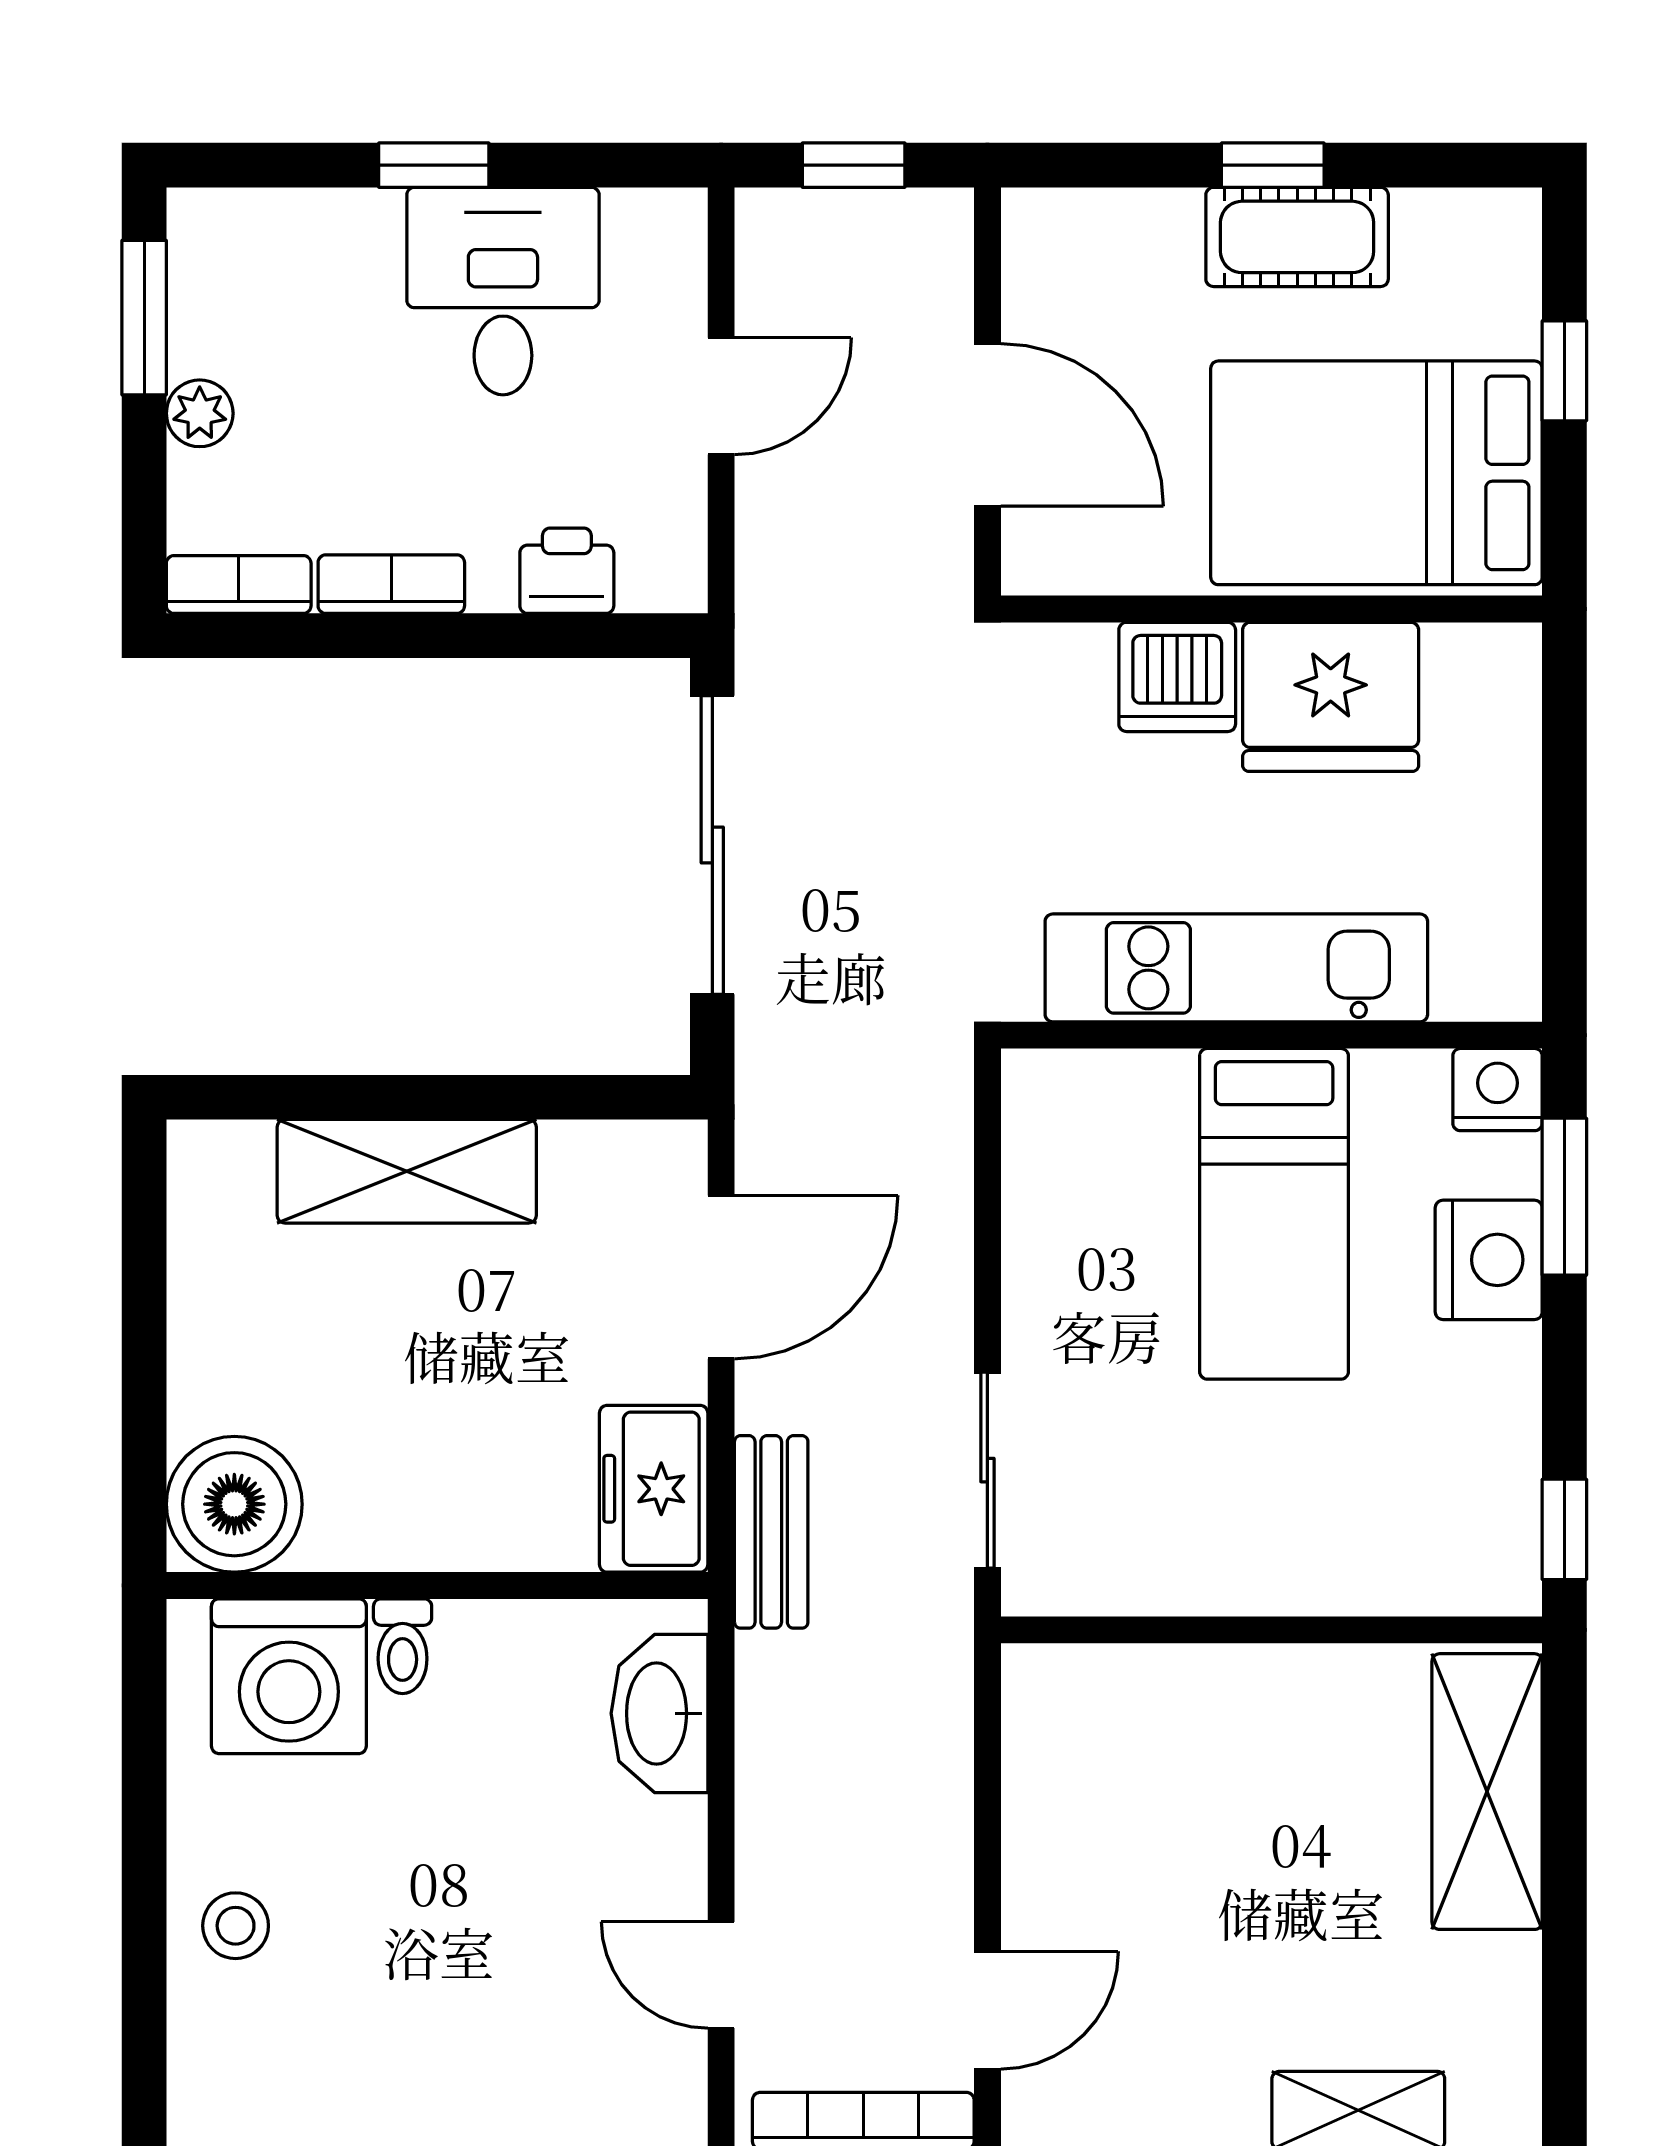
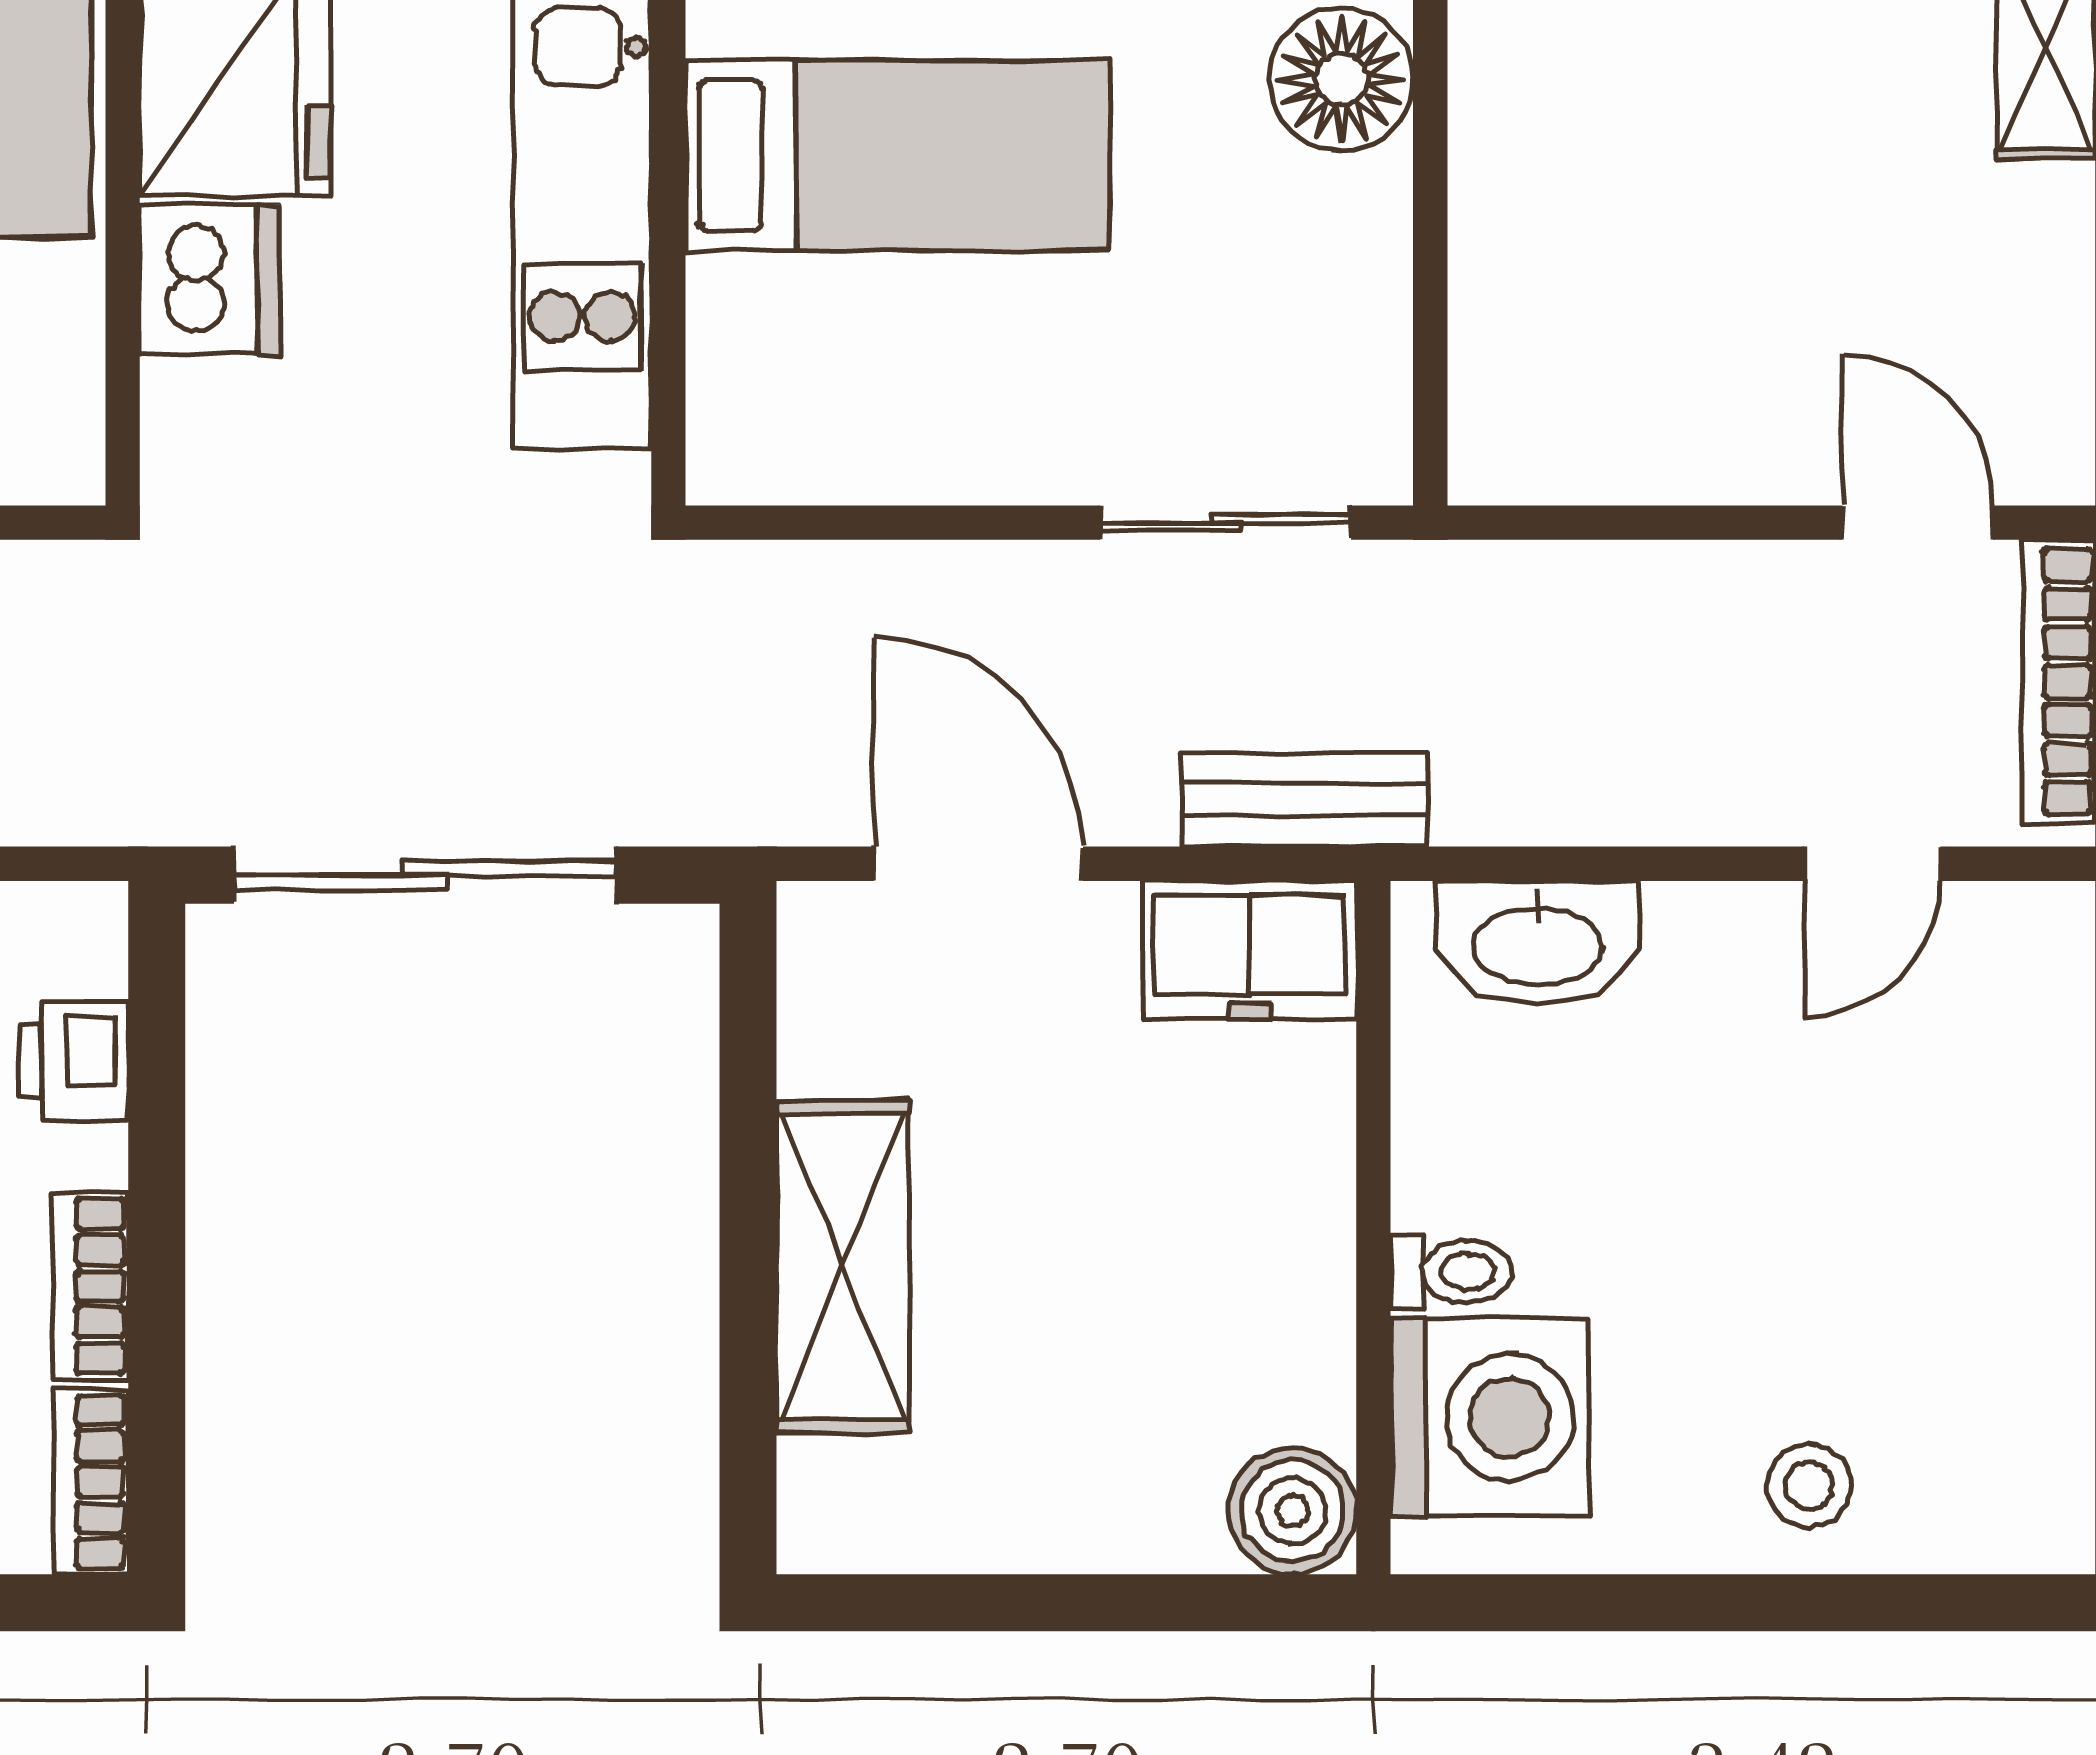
boiler: (234, 1504) -> (1293, 1511), width x0.73, depth x0.73
floor lamp: (1334, 1560) -> (1341, 79), added

